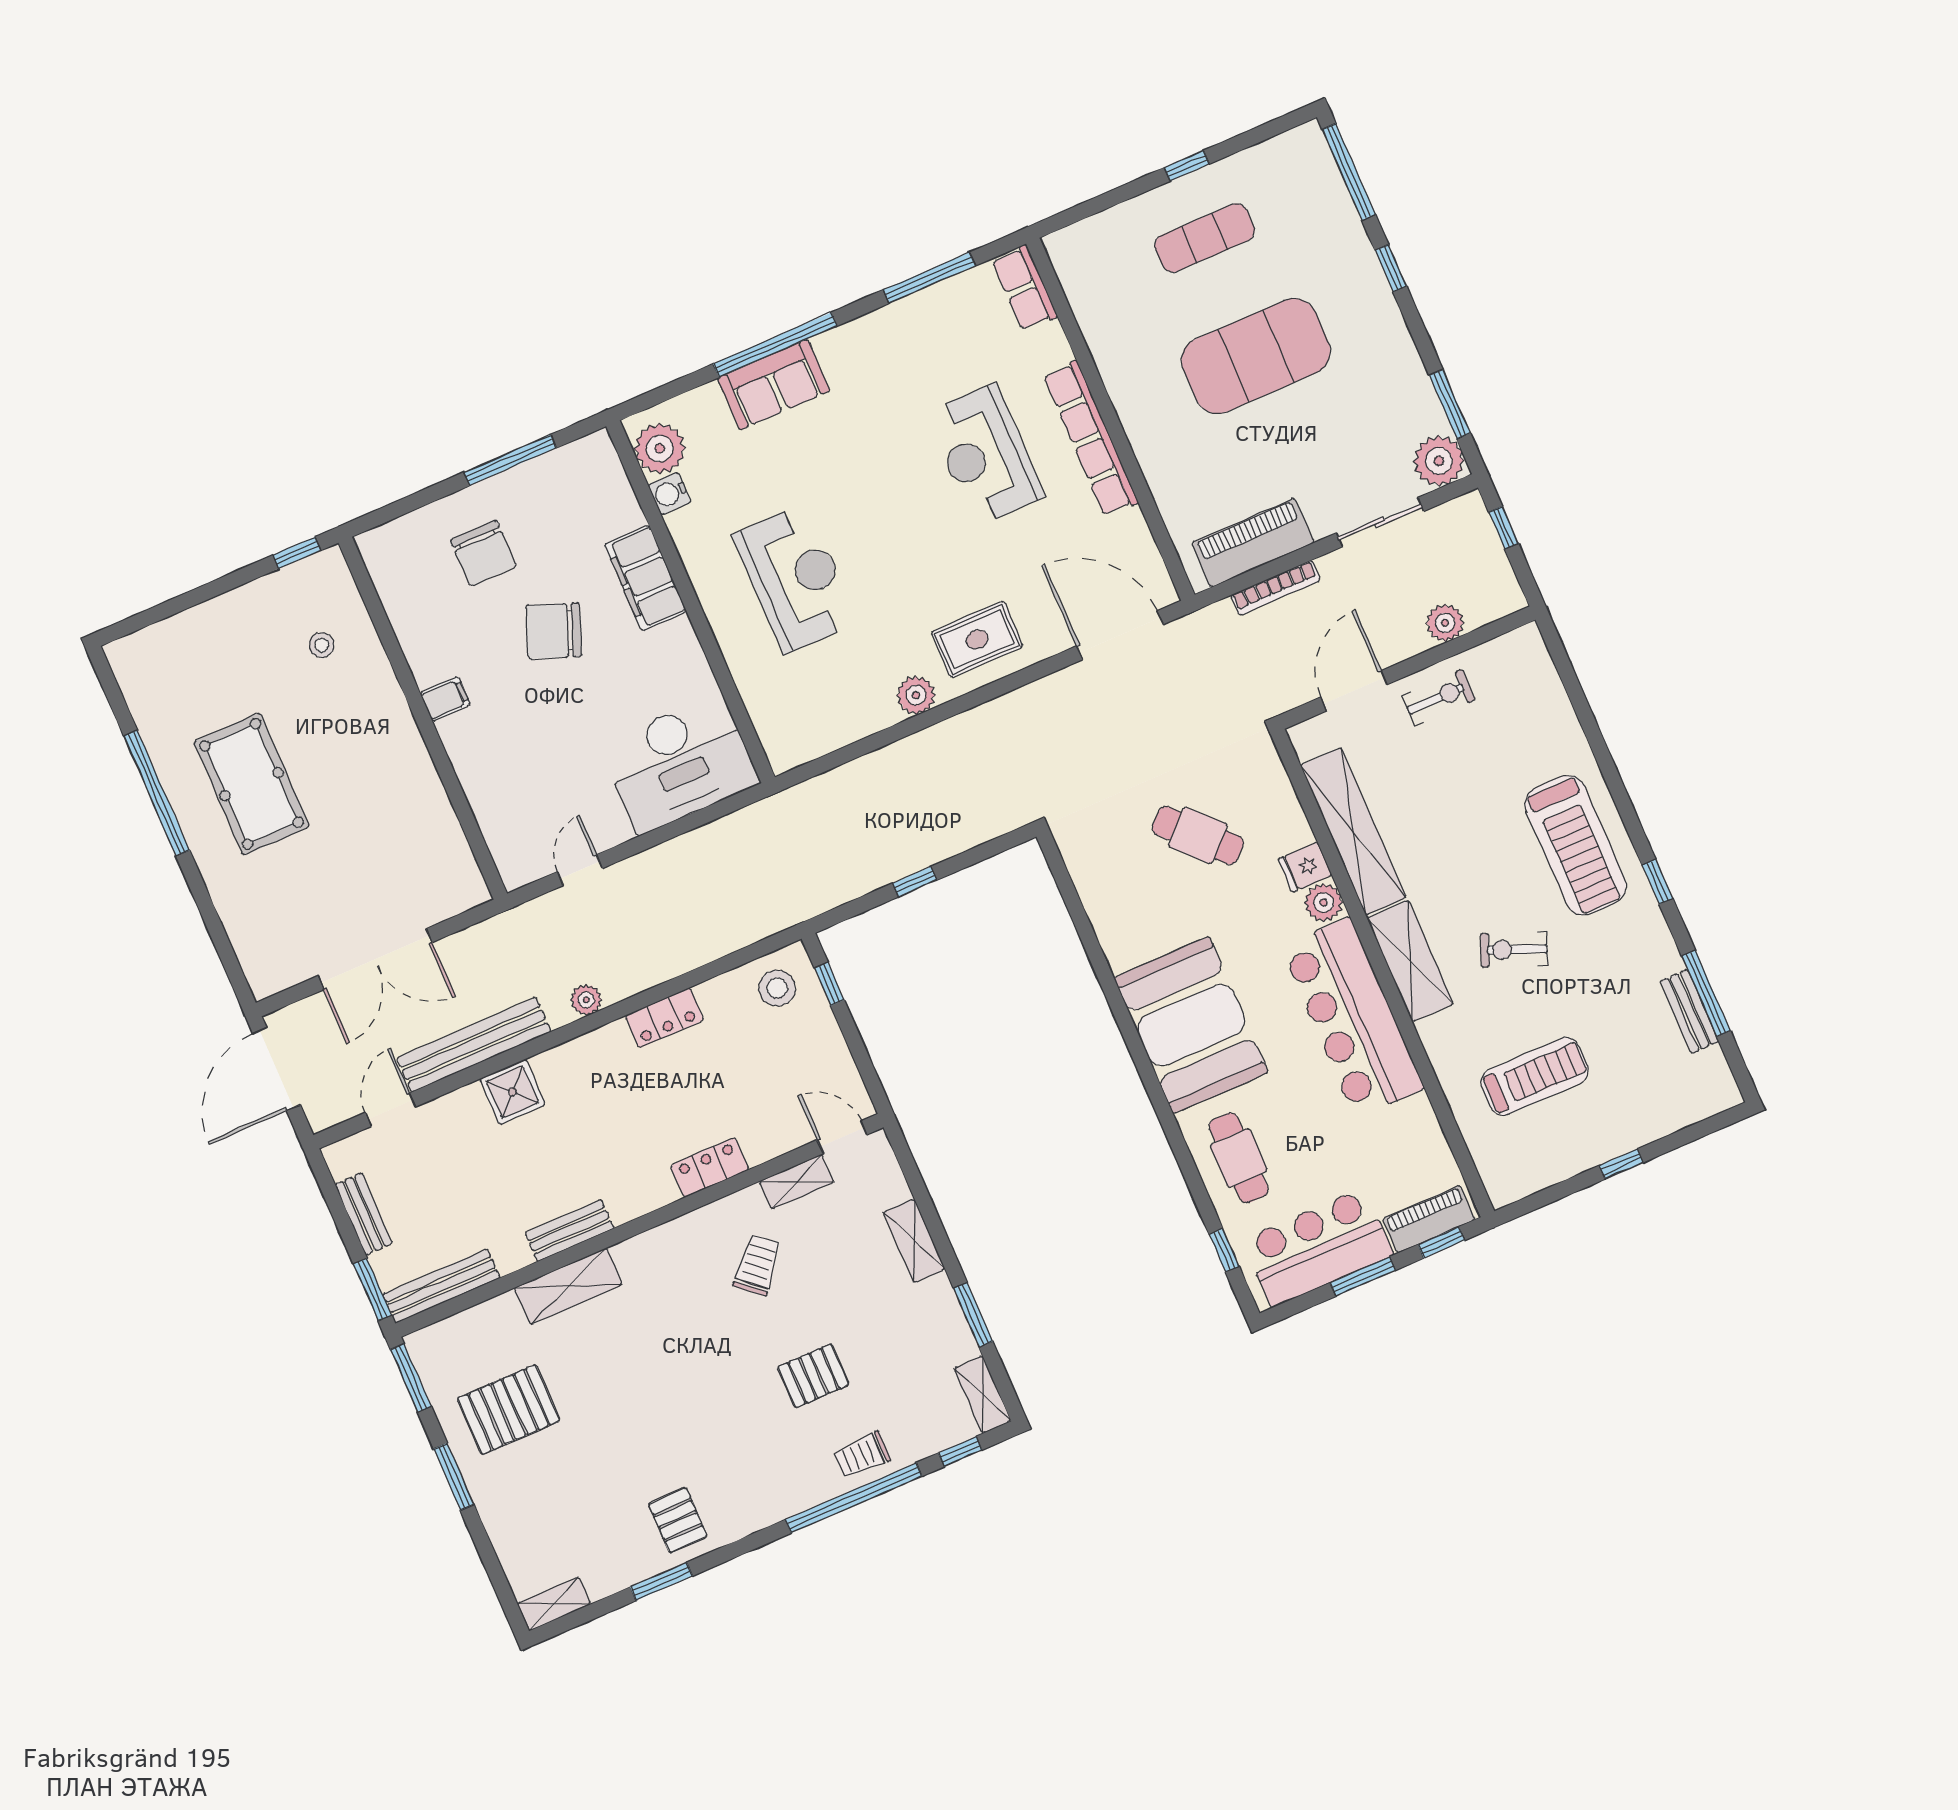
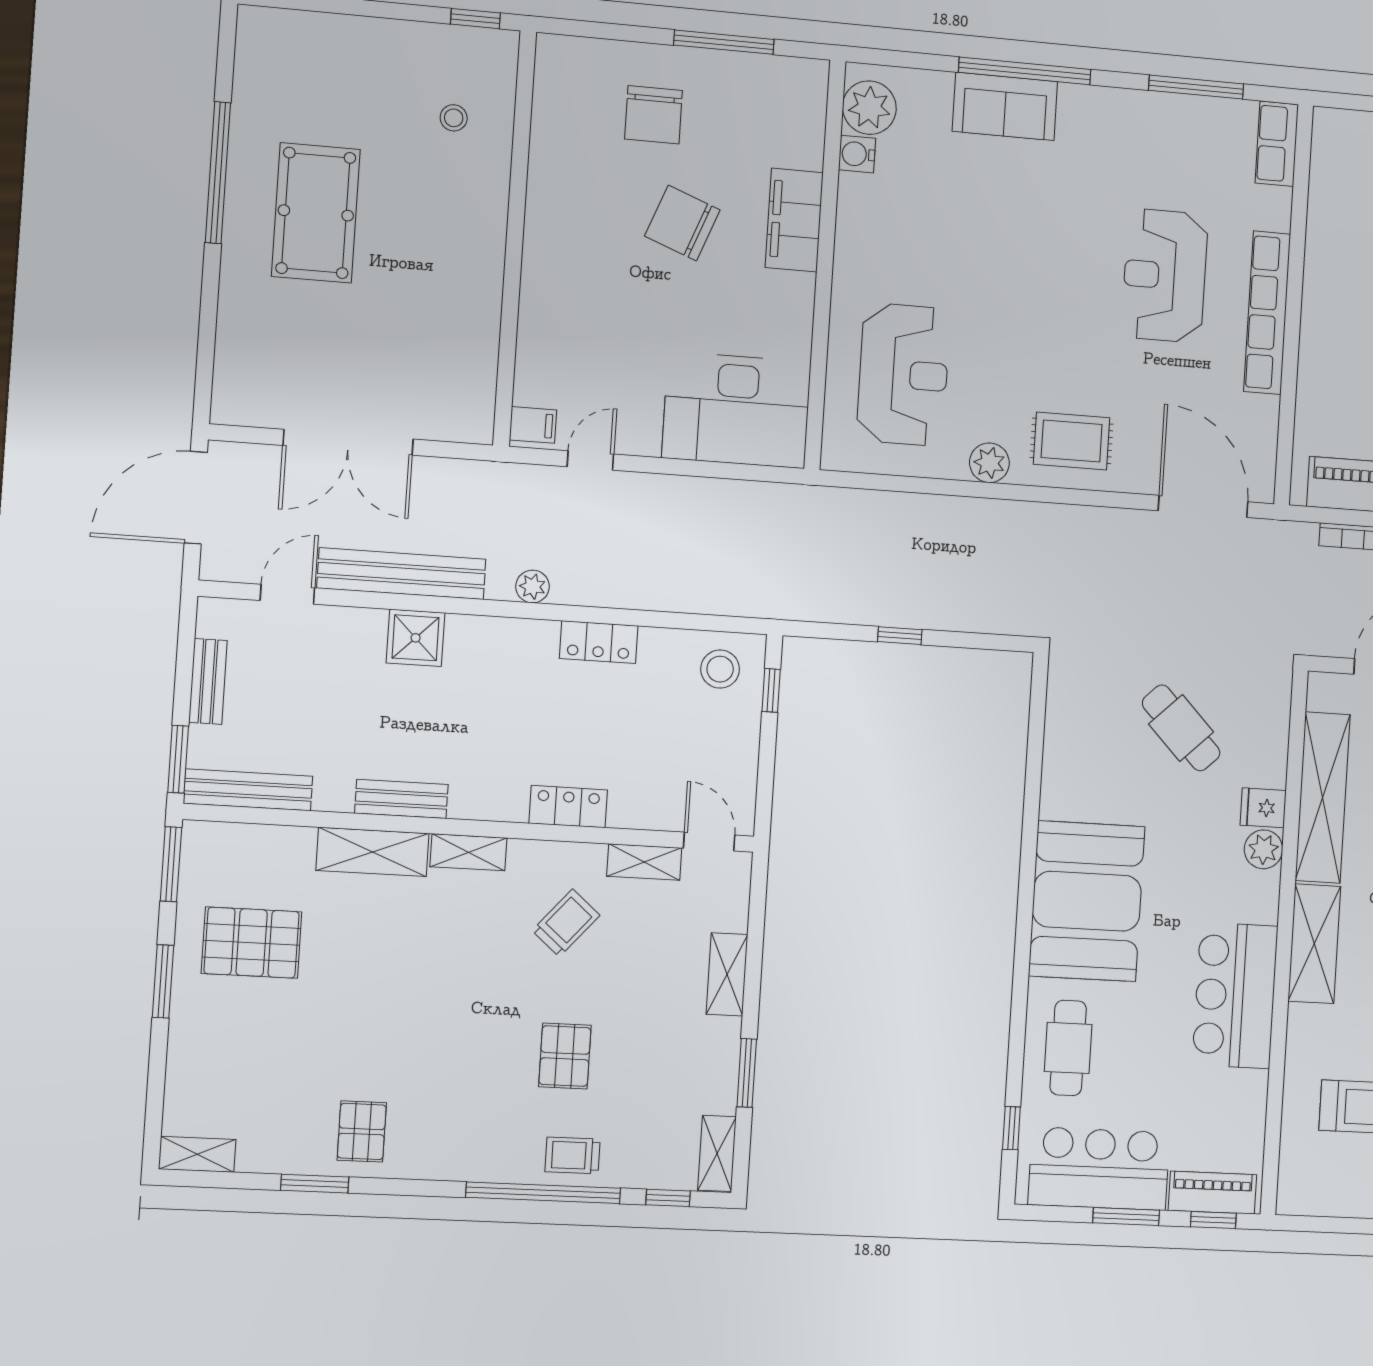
reception desk: (795, 578) -> (903, 374), moved
filing cabinet: (445, 699) -> (533, 425), moved
bar counter: (1352, 1018) -> (1235, 995), width x0.73
shelving: (647, 1247) -> (468, 852), added
pallet: (813, 1376) -> (565, 1056), turned 90

